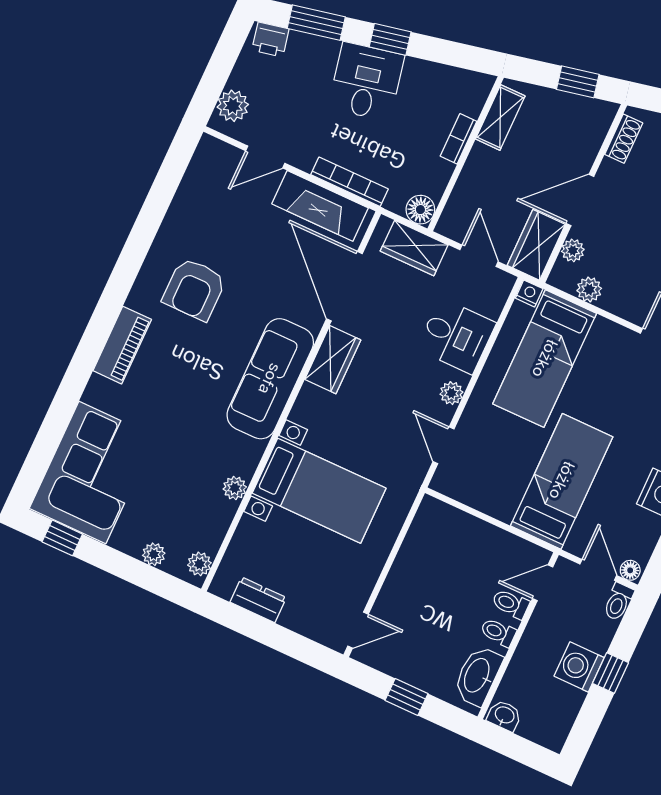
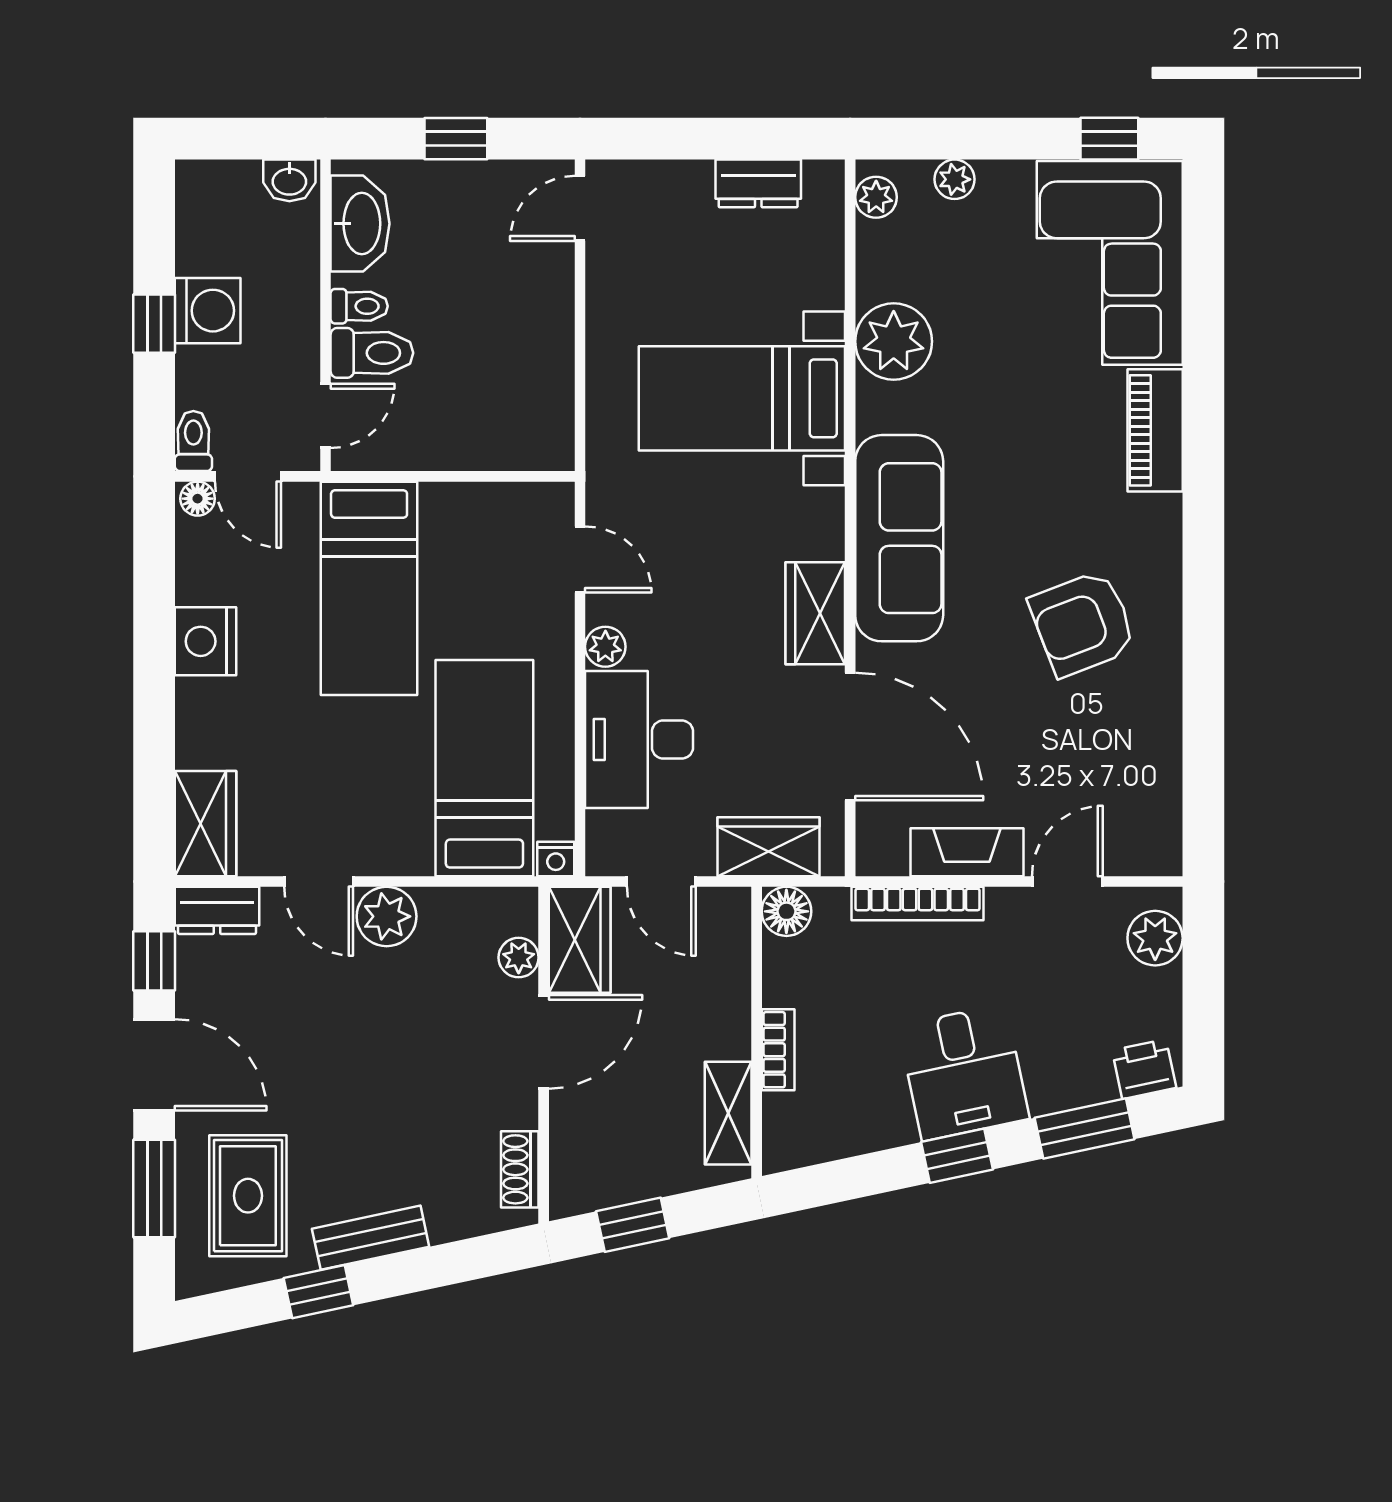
fireplace: (320, 206) -> (967, 852), width x0.73, depth x0.76
armchair: (194, 289) -> (1083, 623), turned -111
plant: (589, 289) -> (387, 916), moved, width x1.38, depth x1.38
desk: (456, 336) -> (639, 740), width x1.37
piano: (122, 345) -> (1155, 430), moved
plant: (235, 488) -> (894, 341), width x1.88, depth x1.88
toilet: (511, 604) -> (372, 353), width x1.37, depth x1.39

